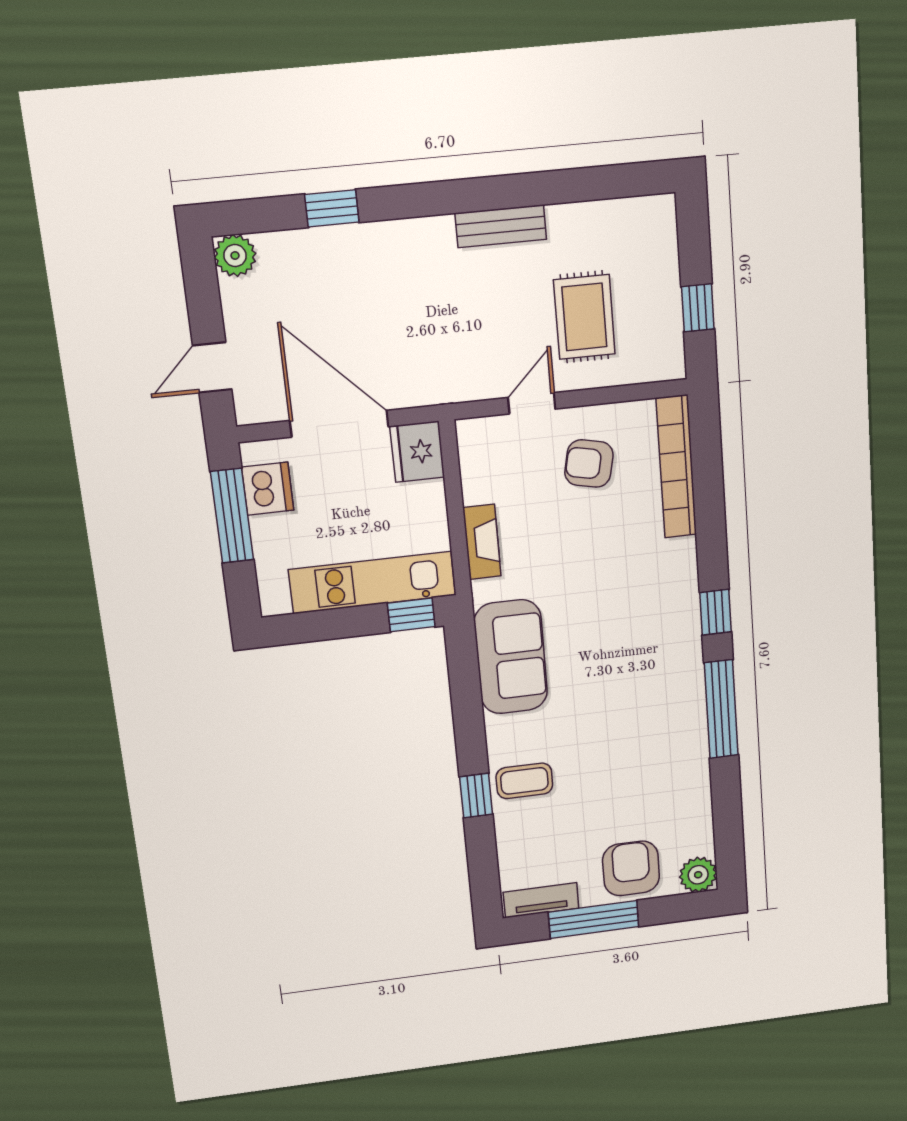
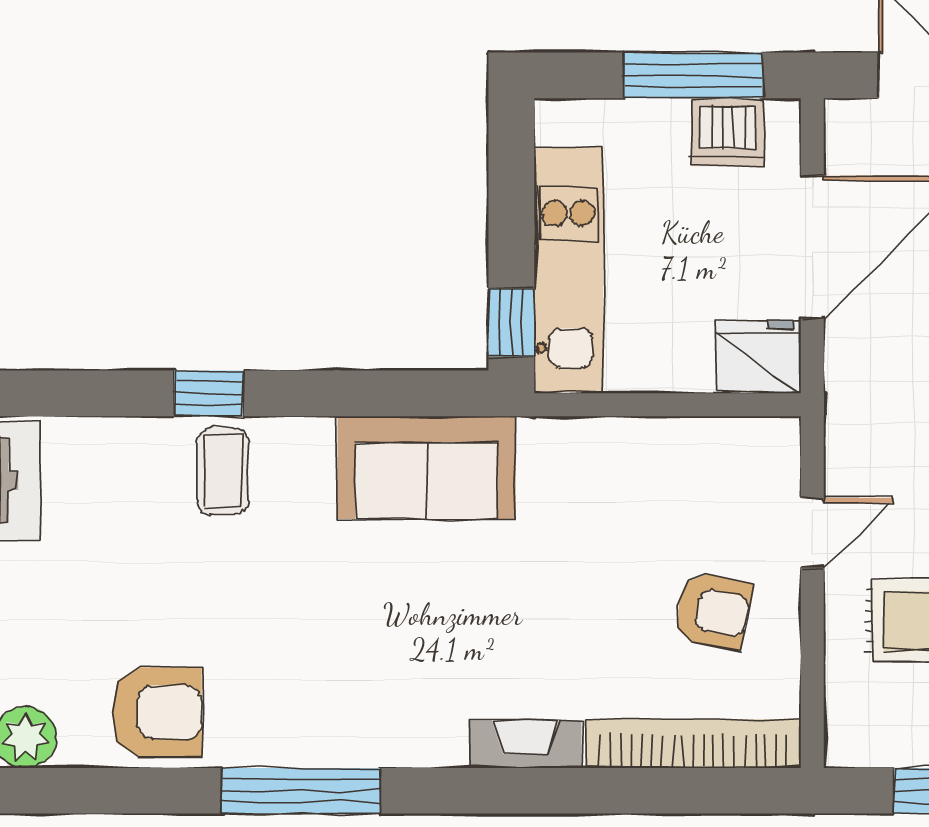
door: (532, 403) -> (812, 533), hinge flipped
armchair: (589, 464) -> (713, 611), turned 89
fireplace: (482, 542) -> (525, 744), moved, turned 180
window: (716, 612) -> (459, 791), removed
armchair: (631, 868) -> (157, 712), moved

